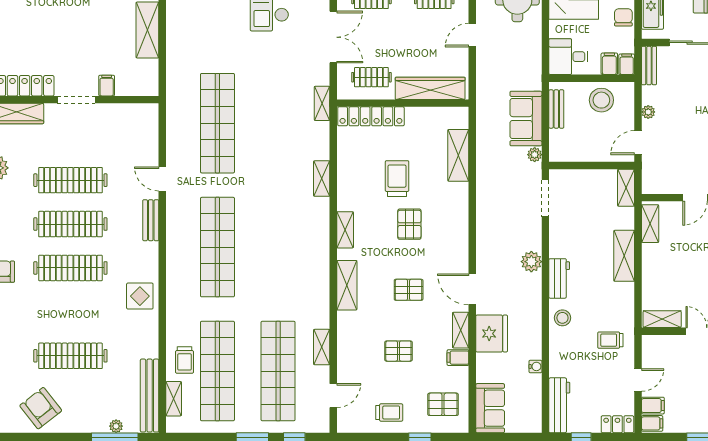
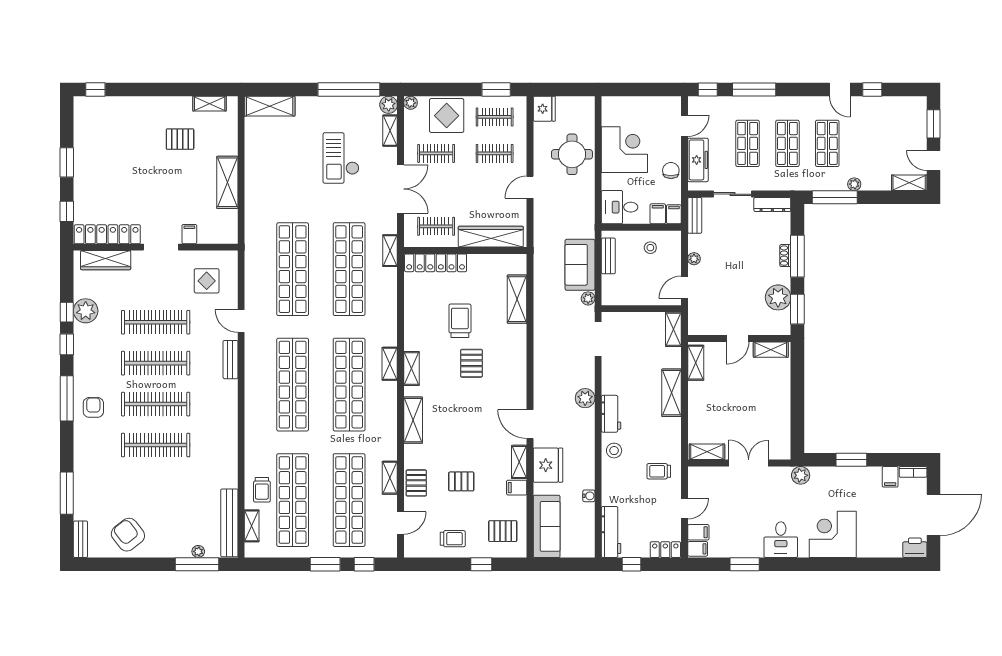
stool: (601, 100) -> (650, 248), width x0.53, depth x0.53
shop shelf: (278, 123) -> (349, 269), added
shelving: (322, 179) -> (390, 364), moved
shop shelf: (278, 247) -> (349, 385), added
pallet: (409, 290) -> (416, 483), moved, turned 90
display table: (140, 296) -> (207, 281), moved
clothes rail: (70, 356) -> (156, 445), moved
sofa: (490, 408) -> (547, 526), width x1.36

